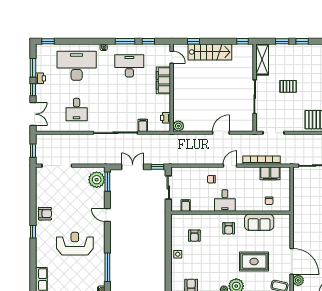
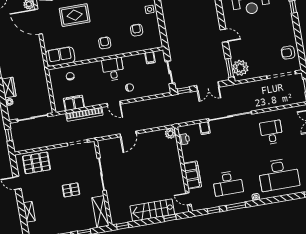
door: (230, 166) -> (114, 104), hinge flipped
armchair: (45, 214) -> (288, 53), moved
sofa: (259, 222) -> (60, 57), moved

